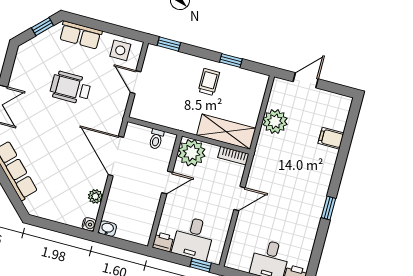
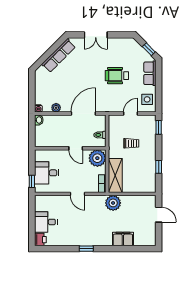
trolley: (209, 82) -> (131, 143), moved
wheelchair: (70, 88) -> (117, 76), turned -90
plant: (275, 121) -> (113, 203), moved
filing cabinet: (331, 138) -> (123, 239), width x2.00
printer: (163, 242) -> (40, 155), removed

